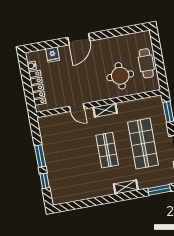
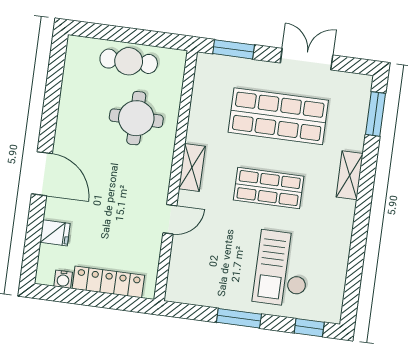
checkout: (71, 169) -> (282, 269), added
window: (45, 181) -> (309, 328), moved

